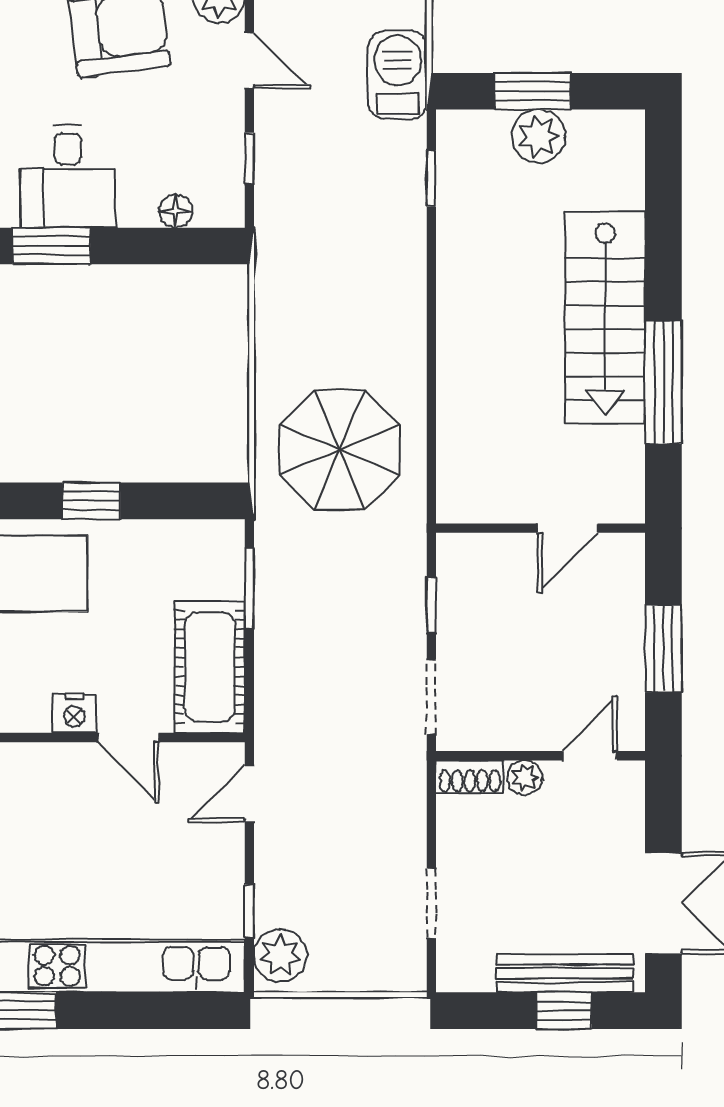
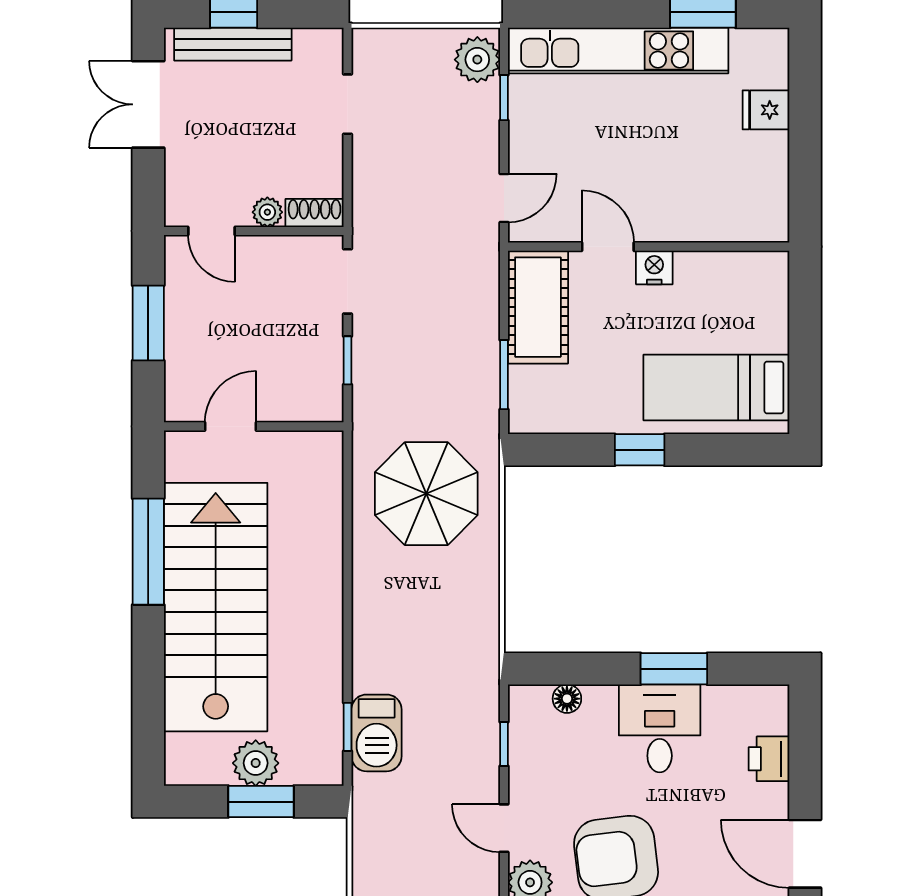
barbecue: (398, 75) -> (377, 733), moved
stairs: (605, 318) -> (216, 607), width x1.36, depth x1.51
door: (590, 756) -> (211, 231), hinge flipped

